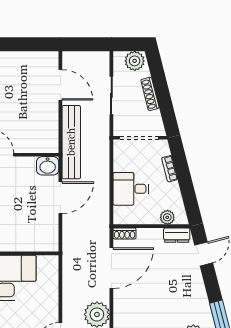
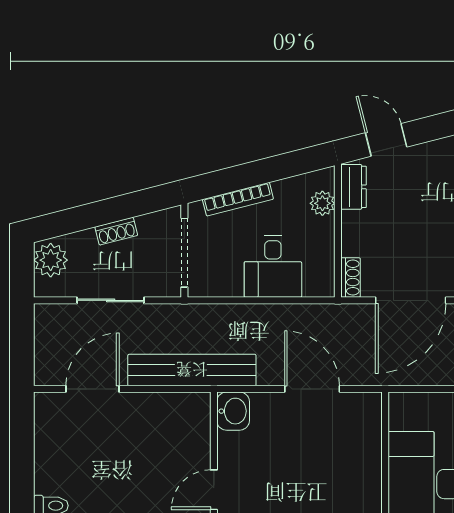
shoe rack: (150, 94) -> (116, 231), width x0.70
bookcase: (170, 169) -> (238, 199), width x1.56
door: (60, 198) -> (312, 389), moved
door: (111, 268) -> (411, 300), swing flipped

